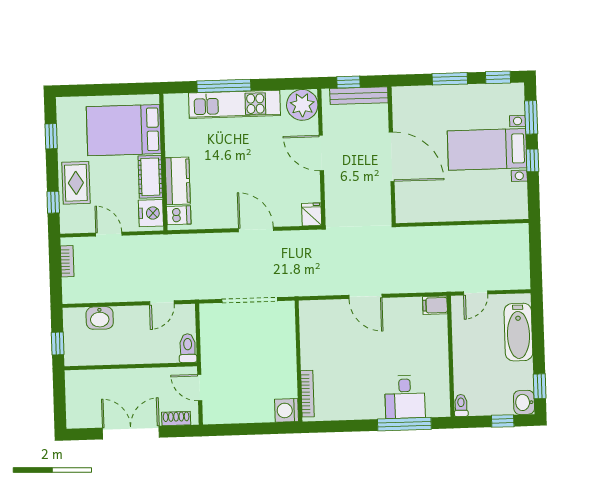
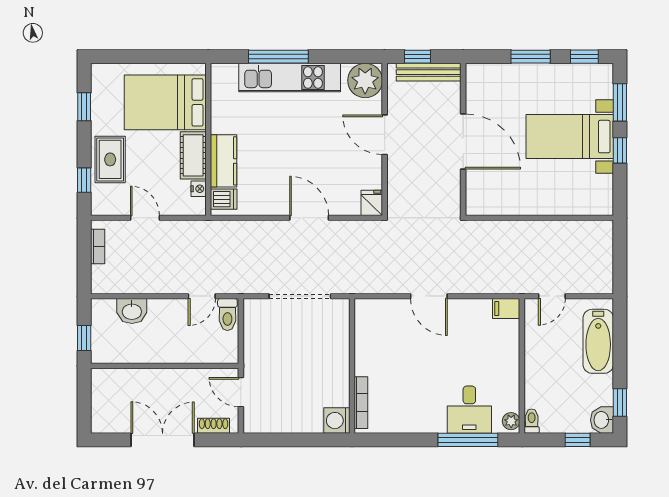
nightstand: (151, 213) -> (199, 189), width x0.53, depth x0.56
toilet: (188, 348) -> (227, 314), moved, turned 180
plant: (443, 406) -> (511, 421), added

